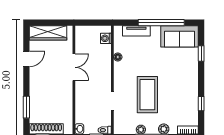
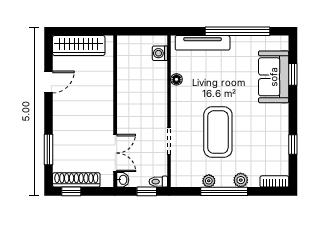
tv unit: (136, 31) -> (203, 43), width x1.41
sofa: (179, 36) -> (274, 77), moved, turned 90
double door: (74, 67) -> (115, 153), moved

